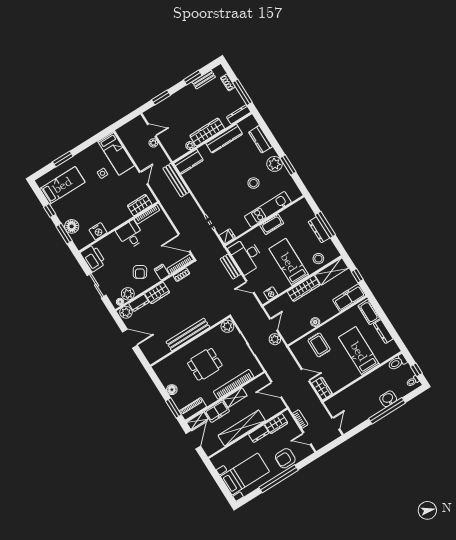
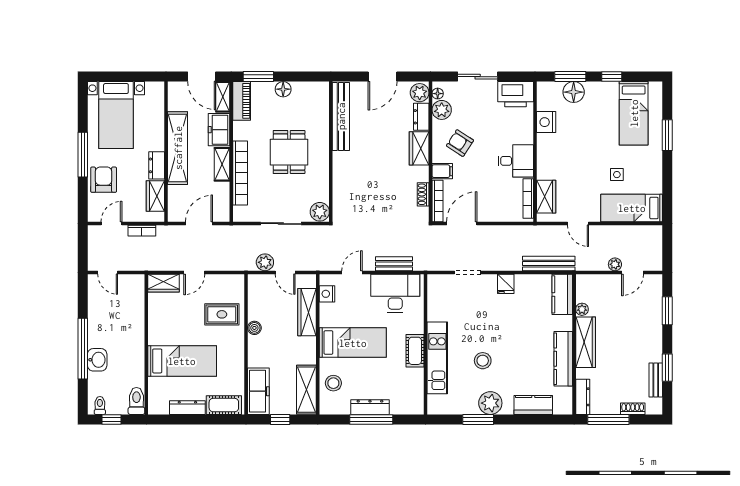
fridge: (227, 236) -> (506, 284), moved
wardrobe: (304, 288) -> (307, 312), moved
bench: (188, 334) -> (341, 116), moved
window: (279, 479) -> (83, 155), width x0.68

